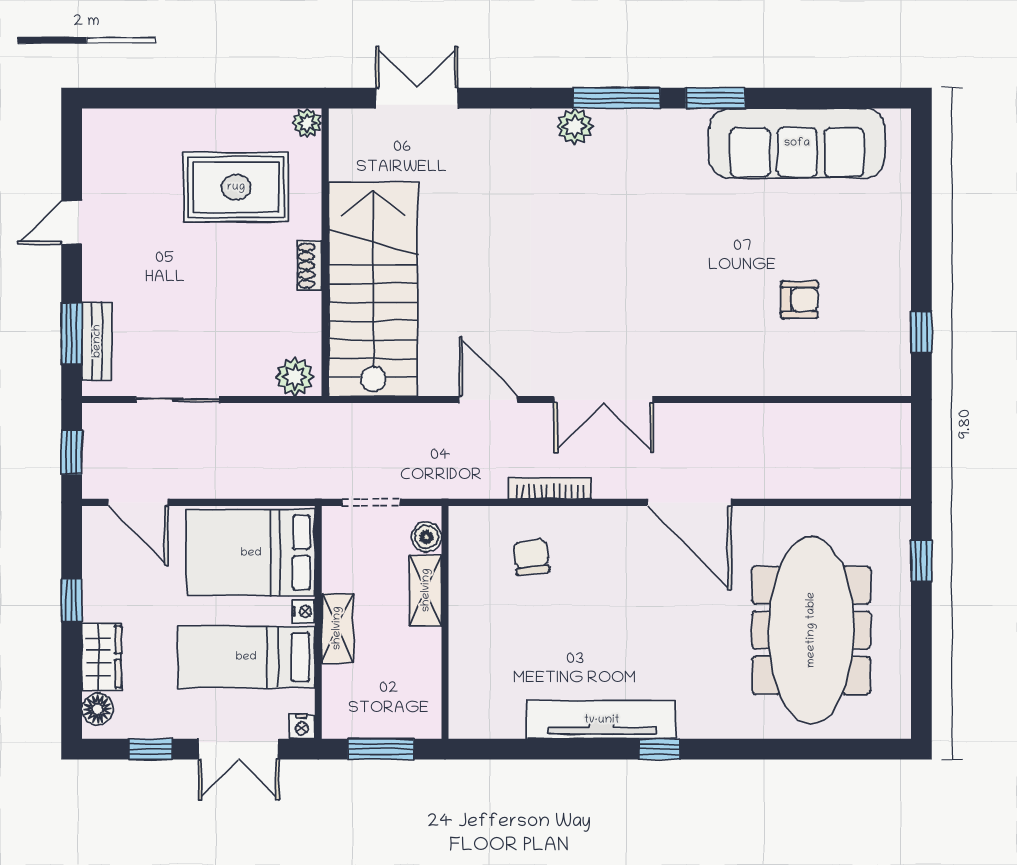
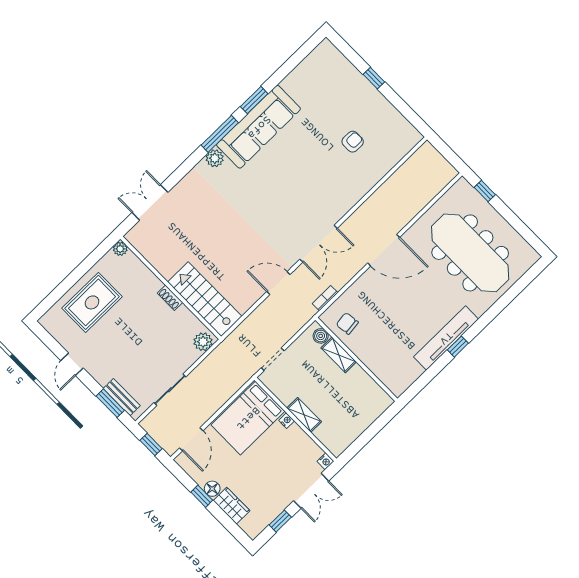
sofa: (797, 143) -> (259, 127), moved
rug: (236, 187) -> (92, 302), moved
stairs: (373, 289) -> (205, 299), width x0.73, depth x0.66
window: (921, 332) -> (374, 78), moved
bookcase: (550, 488) -> (325, 298), width x0.64
door: (138, 502) -> (191, 439), hinge flipped
boiler: (426, 537) -> (321, 336), moved
shelving: (426, 590) -> (339, 355), moved
wall: (445, 622) -> (356, 359), moved
bed: (246, 657) -> (282, 456), removed
floor lamp: (98, 709) -> (212, 489), moved
tv unit: (602, 720) -> (446, 338), moved
window: (381, 749) -> (361, 442), removed

